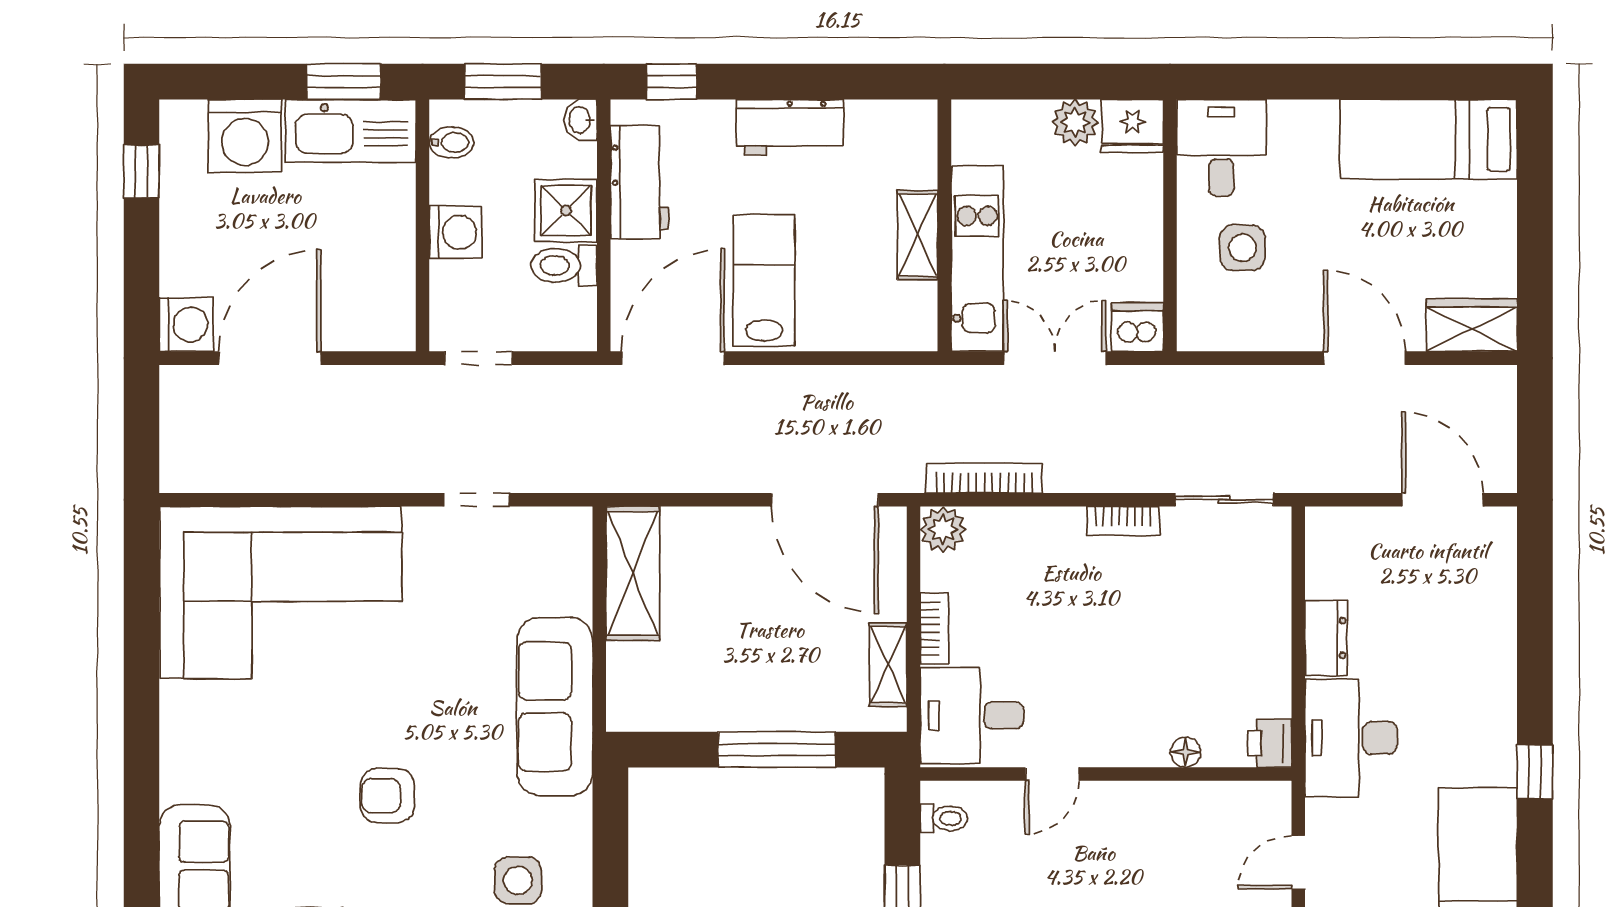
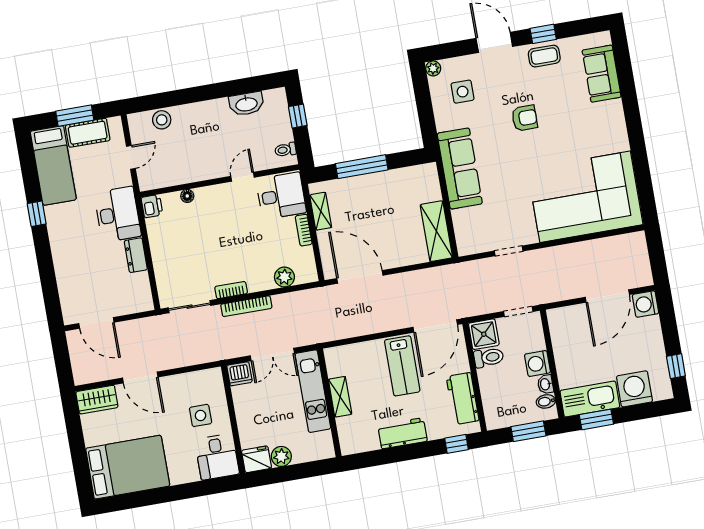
washbasin: (581, 120) -> (545, 384), moved, turned 180
bed: (1429, 139) -> (128, 467), width x1.50
shower: (566, 210) -> (484, 334), moved
bookcase: (984, 478) -> (246, 306), moved
plant: (943, 529) -> (284, 277), moved

